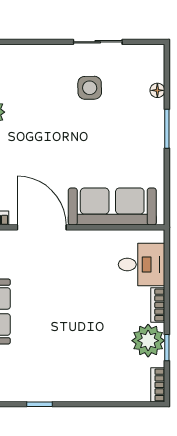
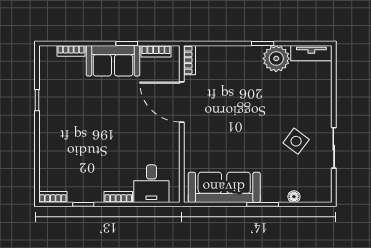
side table: (90, 88) -> (296, 141), turned 38
sofa: (112, 207) -> (224, 187), moved, turned -90
door: (42, 227) -> (182, 102), swing flipped
plant: (148, 341) -> (89, 189), removed

